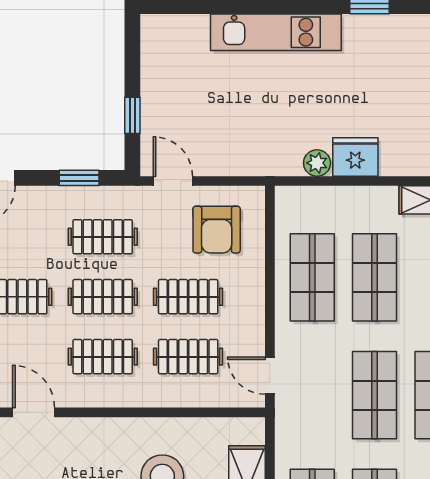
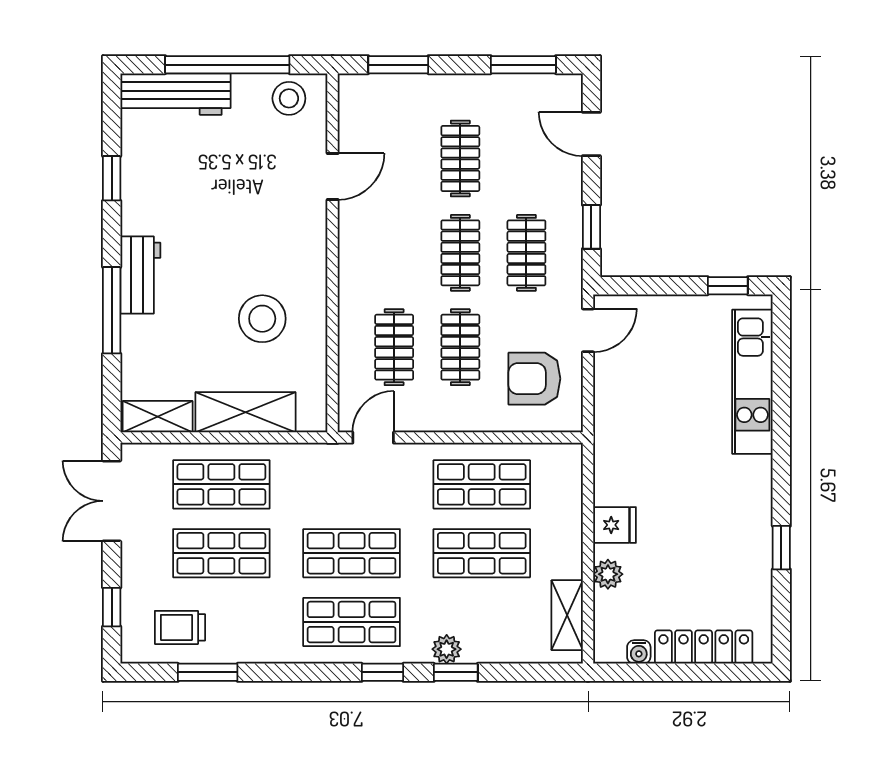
kitchen unit: (276, 32) -> (752, 382), moved
window: (132, 115) -> (728, 286), moved
fridge: (355, 157) -> (615, 525), width x0.72
plant: (317, 163) -> (608, 574), moved
clothes rail: (103, 357) -> (394, 253), removed

